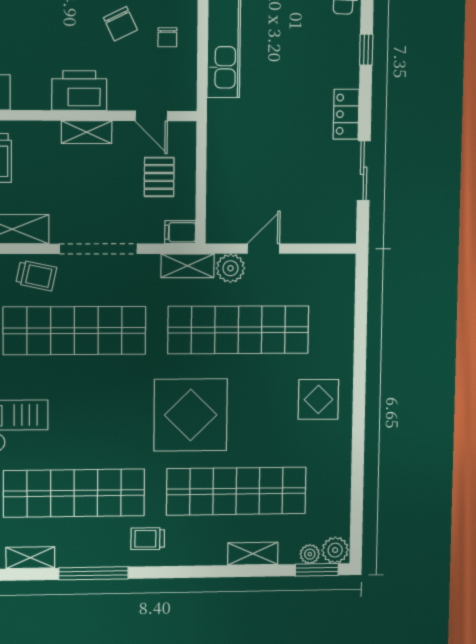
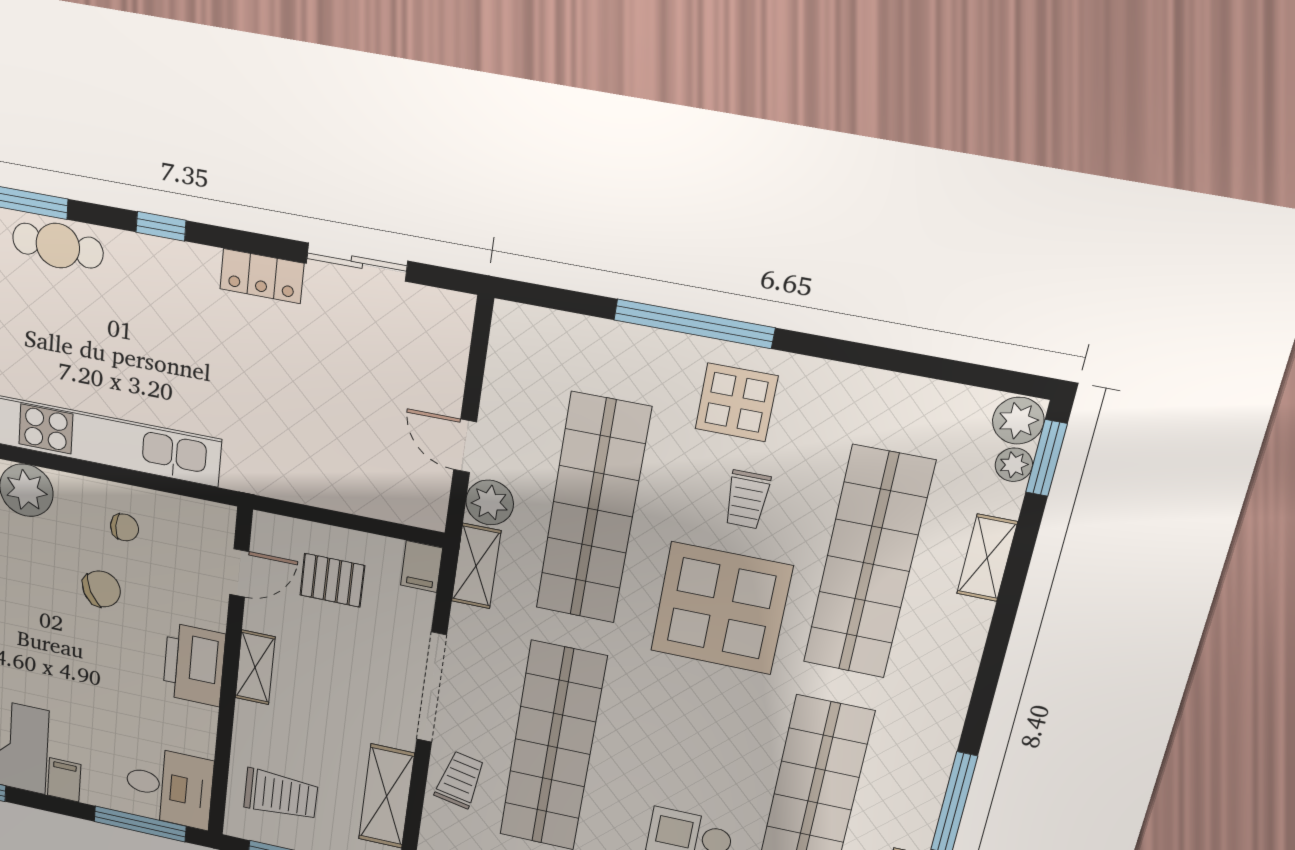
window: (360, 368) -> (694, 324), added
trolley: (148, 539) -> (747, 500), moved

